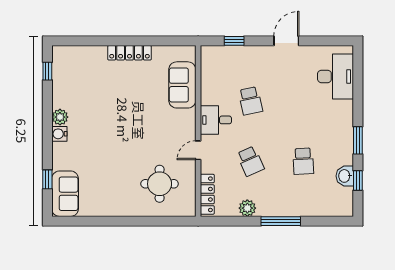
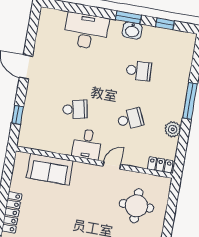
desk: (336, 76) -> (86, 31), moved
door: (198, 150) -> (112, 165), swing flipped
washbasin: (345, 176) -> (132, 30), moved
locker: (207, 194) -> (160, 165), width x0.66

